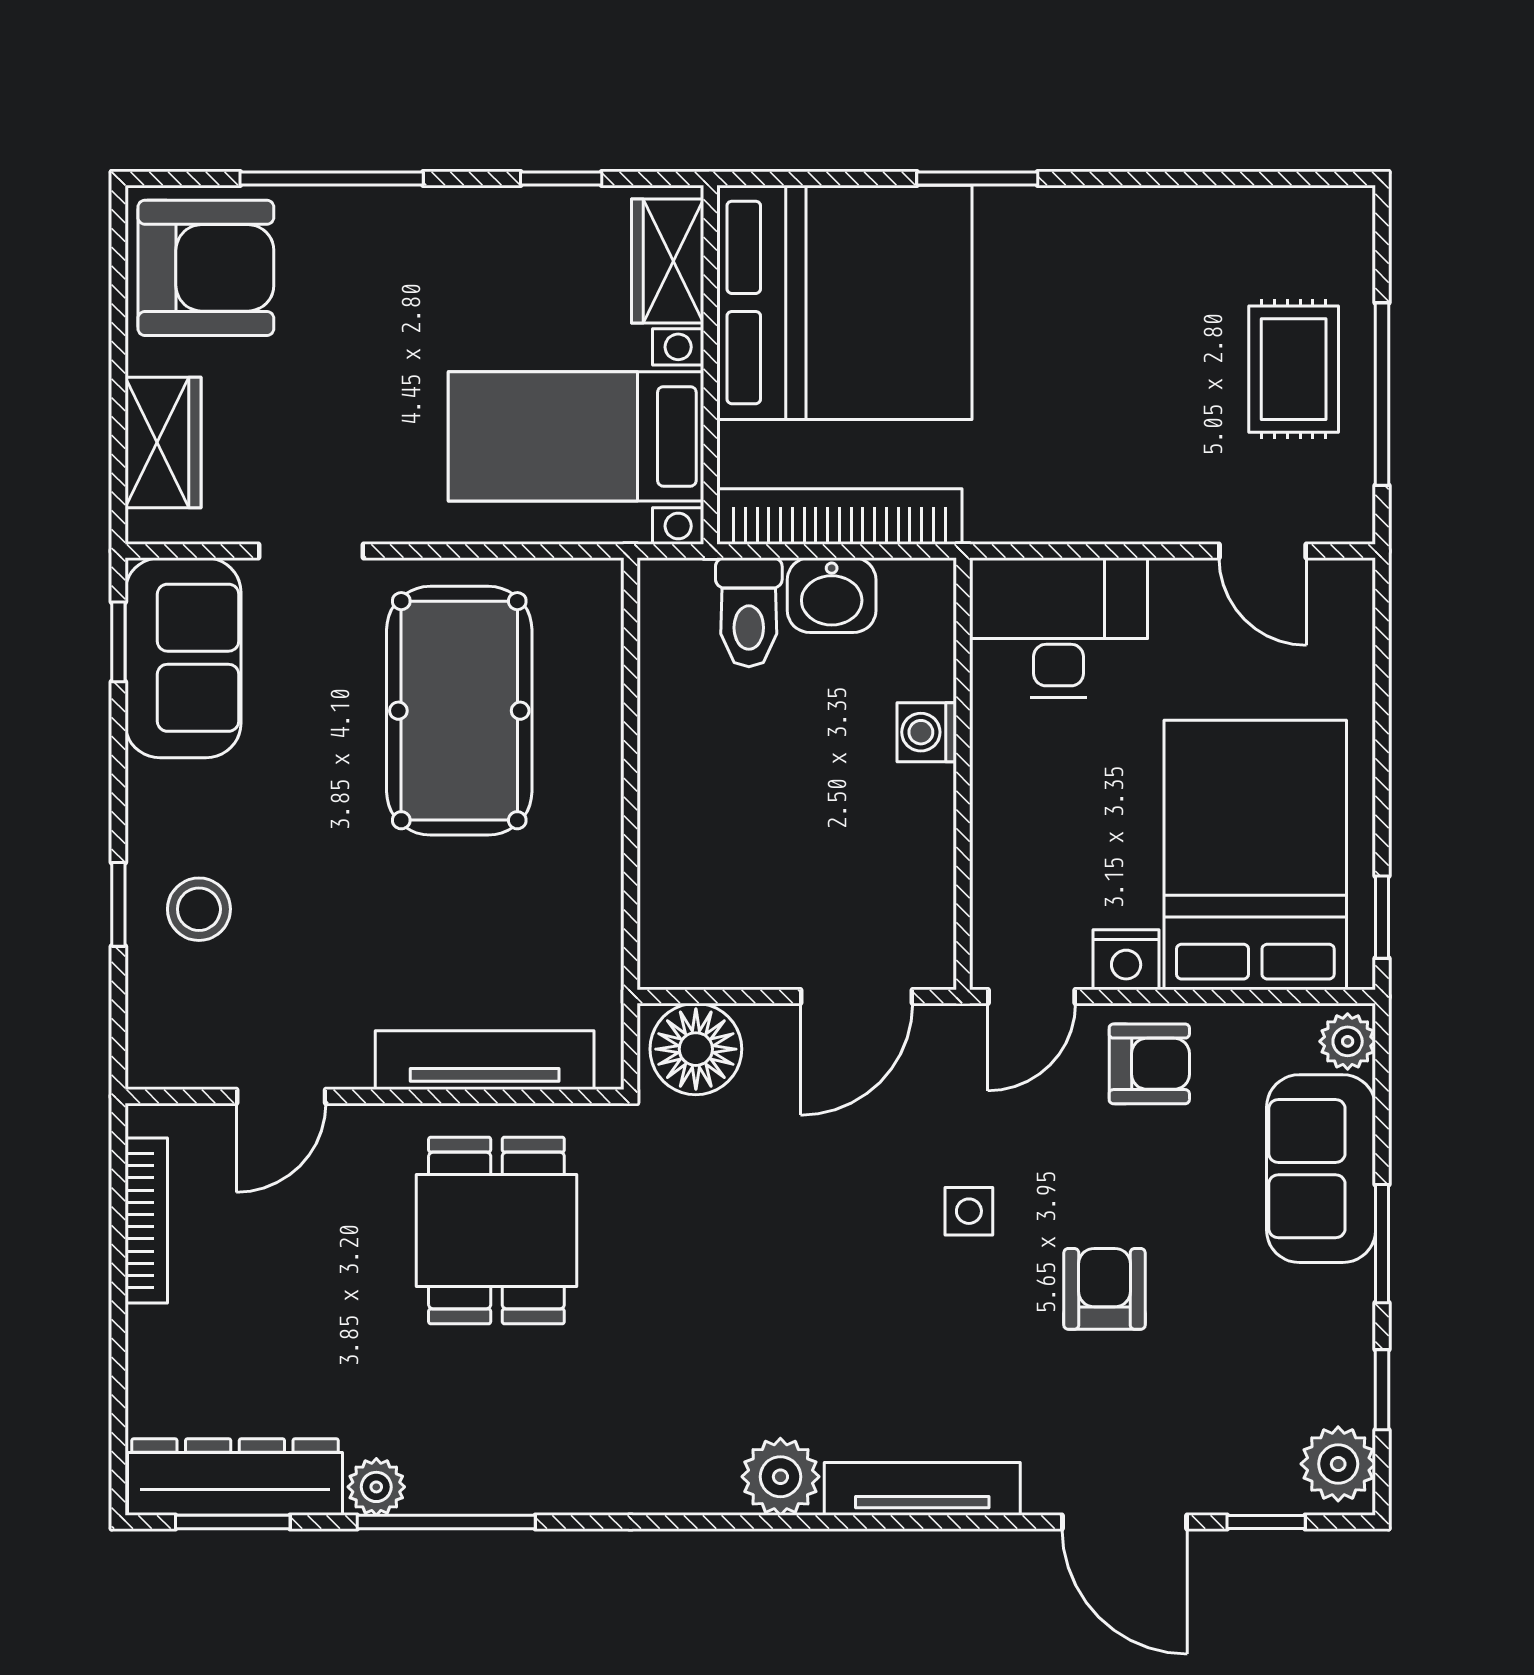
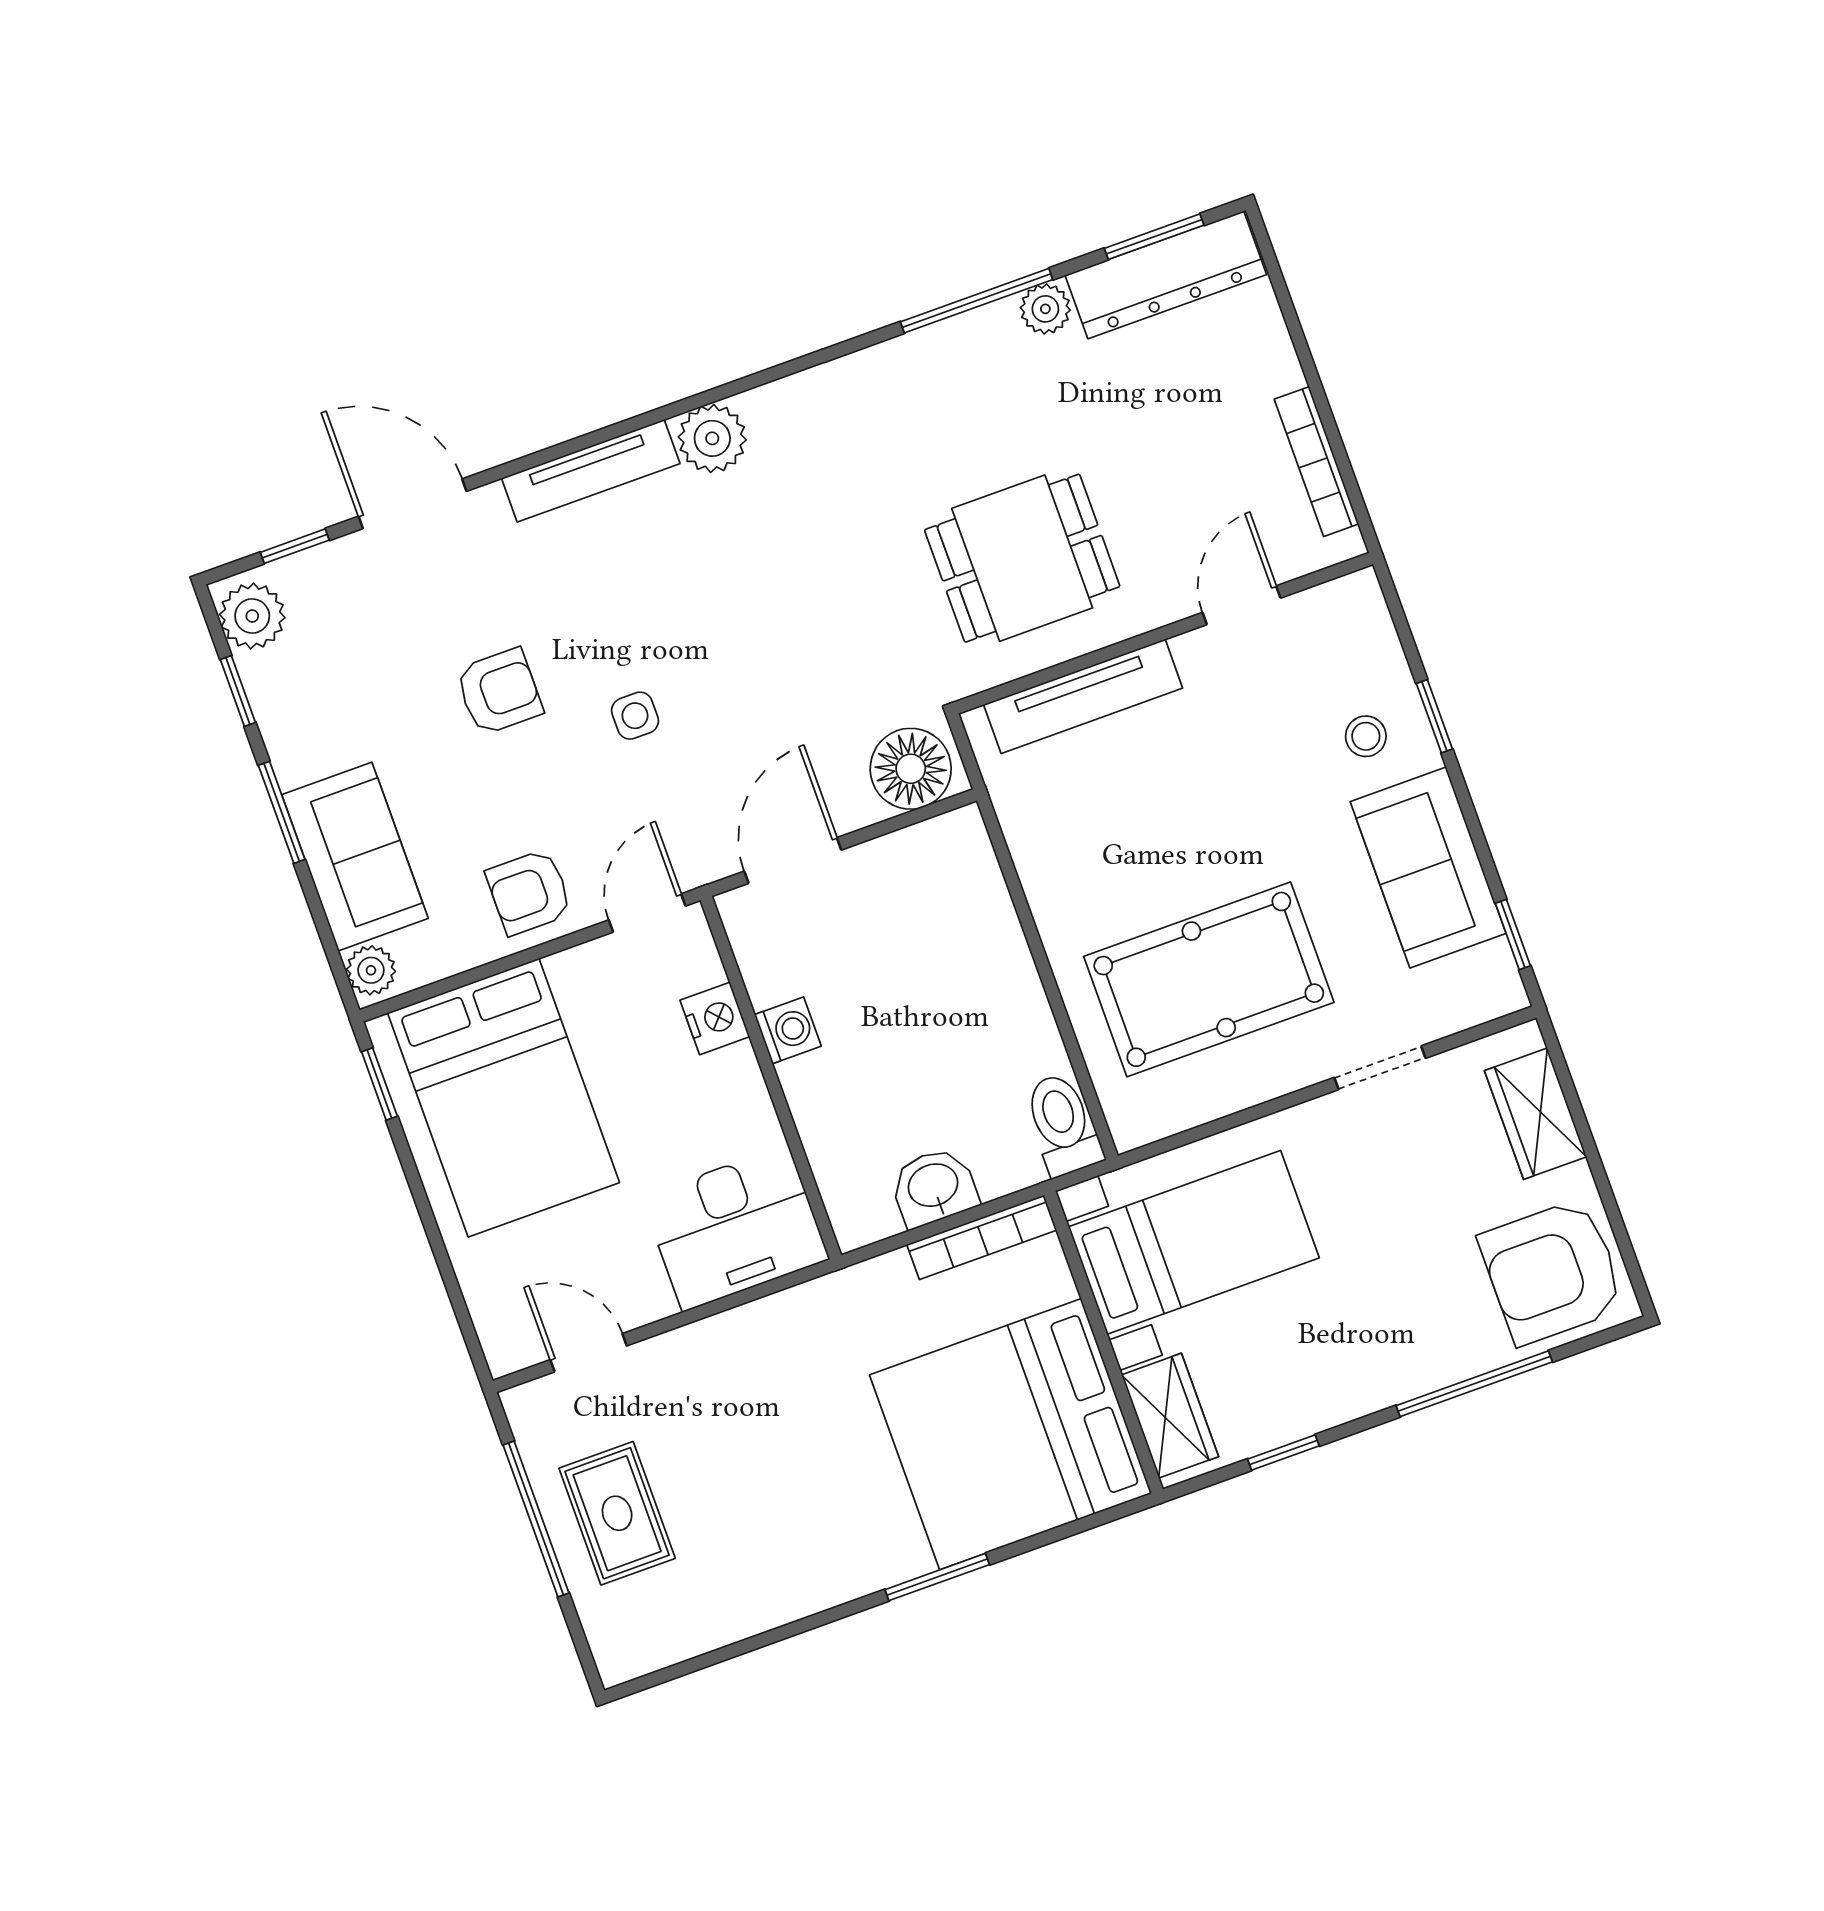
bookcase: (839, 517) -> (982, 1237), width x0.68, depth x0.76
toilet: (749, 612) -> (1063, 1124), moved
sofa: (183, 658) -> (1428, 868), moved
pool table: (459, 711) -> (1209, 979), turned 90
washing machine: (927, 732) -> (788, 1030), moved
stool: (199, 909) -> (1366, 736), width x0.73, depth x0.73
nightstand: (1126, 960) -> (715, 1018), moved, turned 90
dining table: (496, 1231) -> (1022, 558), turned 90
armchair: (1105, 1289) -> (499, 692), turned -90

